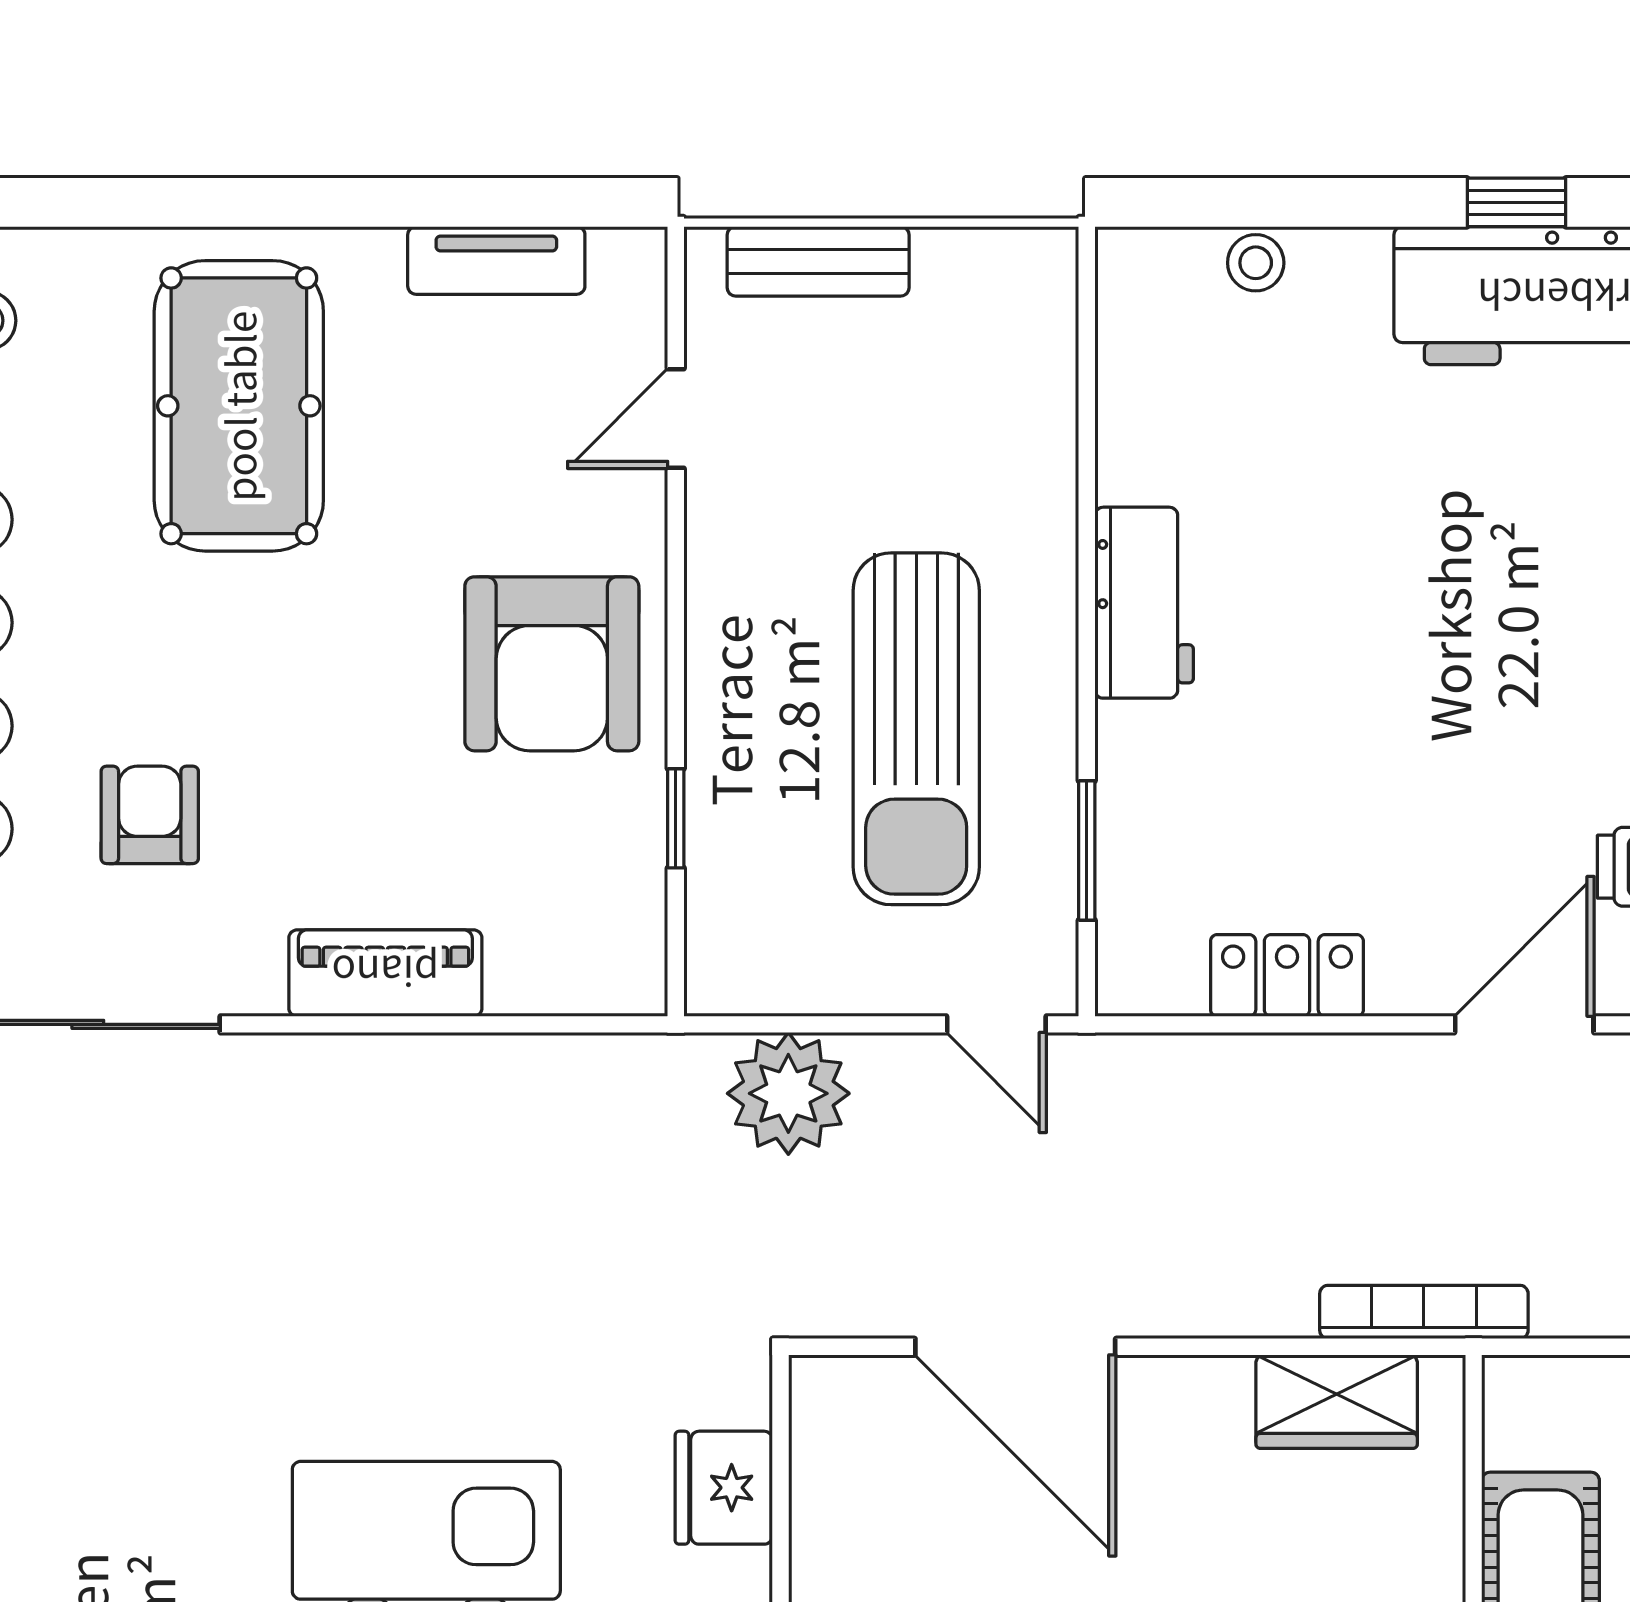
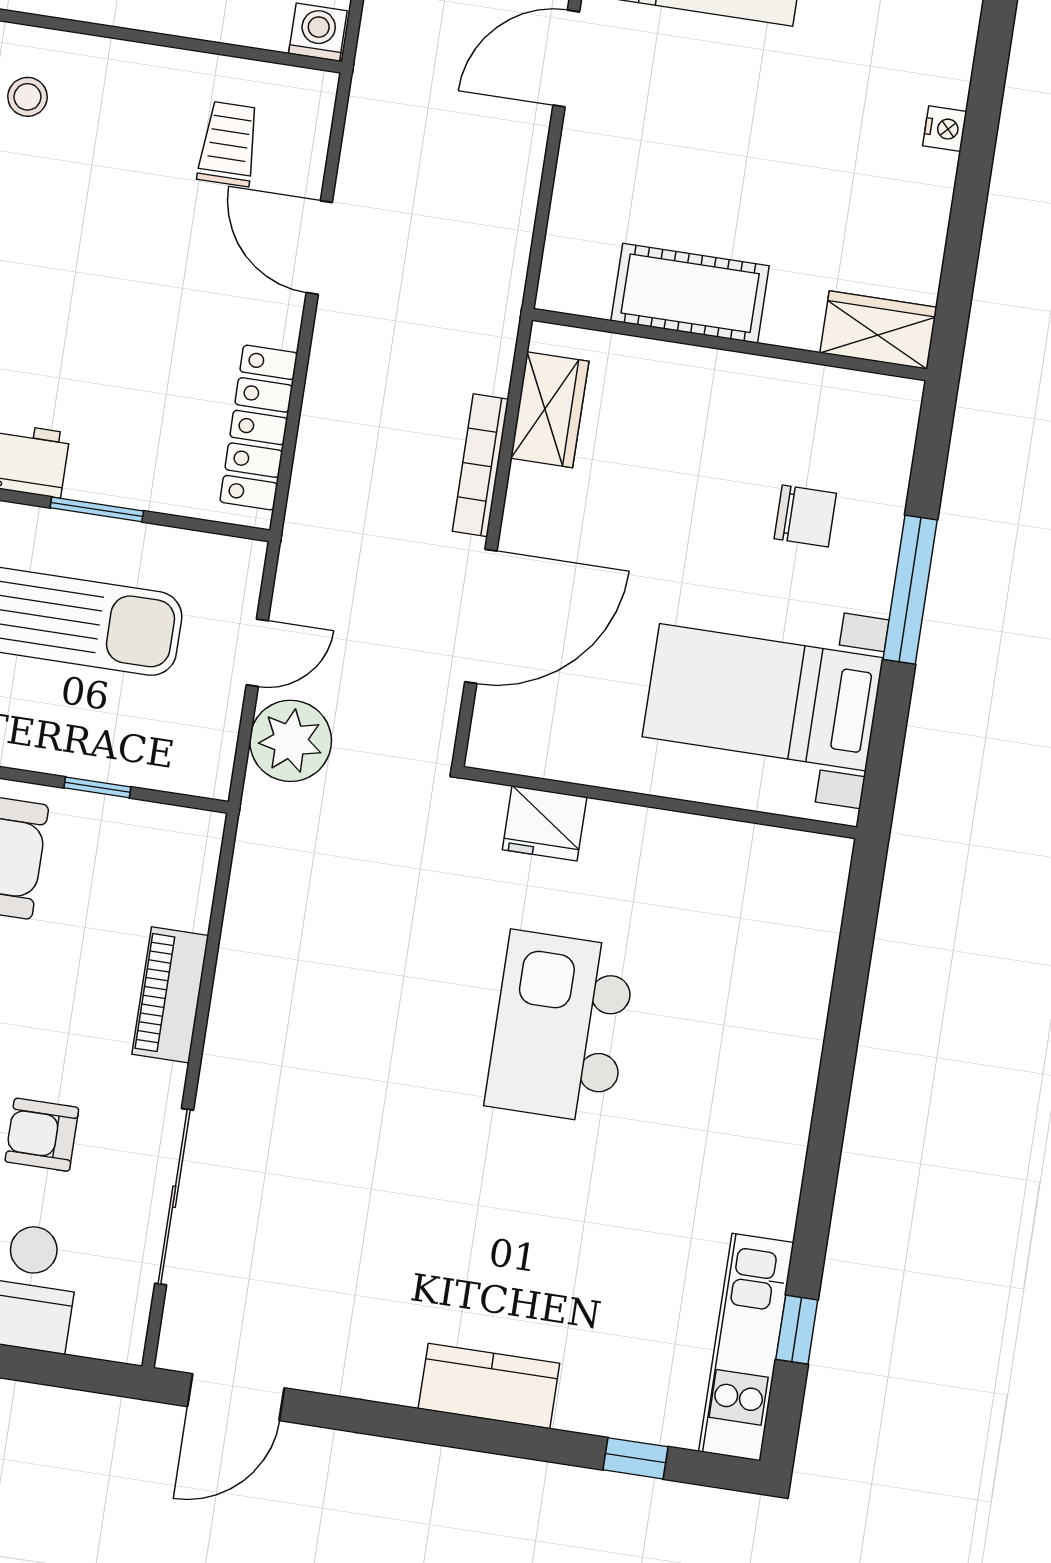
window: (1087, 851) -> (97, 509), moved
locker: (1287, 975) -> (259, 427), width x1.53
door: (996, 1024) -> (257, 653), moved
bookcase: (1424, 1312) -> (481, 465), moved

